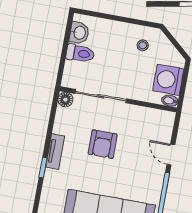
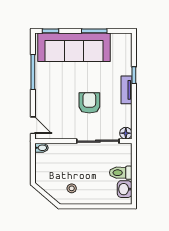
washing machine: (168, 80) -> (46, 164), removed
door: (171, 155) -> (33, 125), moved

